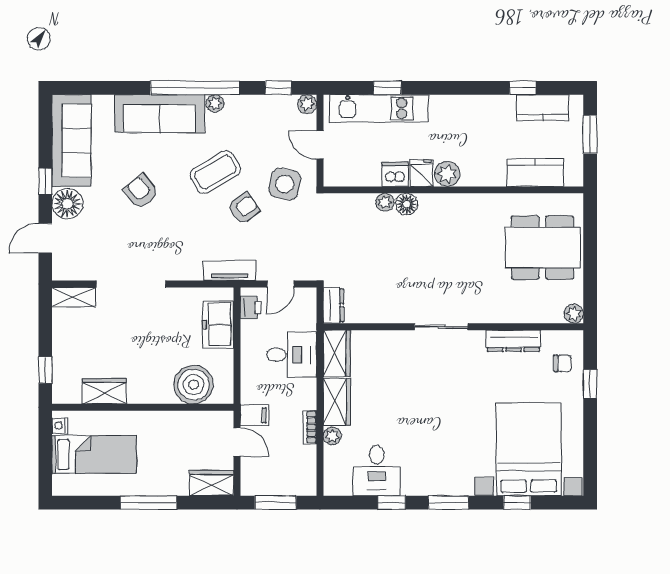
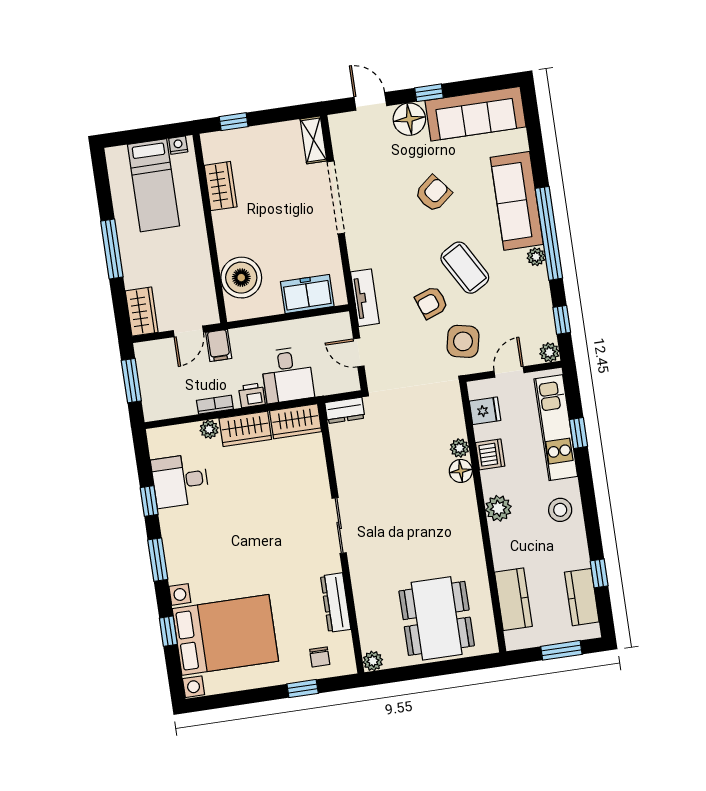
stool: (457, 116) -> (560, 510), added
fridge: (421, 173) -> (485, 411), moved
armchair: (244, 208) -> (432, 302), turned 106
printer: (251, 308) -> (252, 395), moved, turned 180

